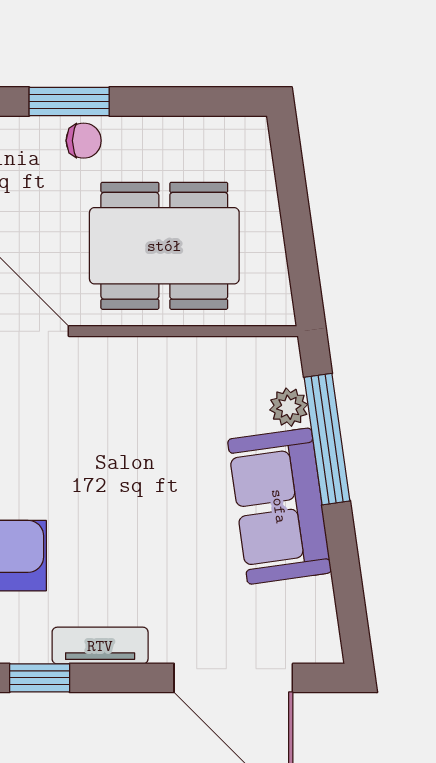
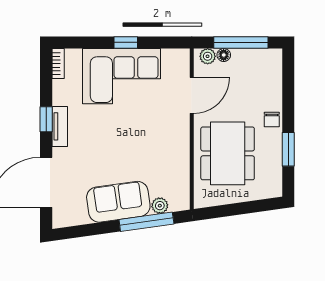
window: (69, 102) -> (288, 149), moved
window: (40, 678) -> (46, 119), moved

